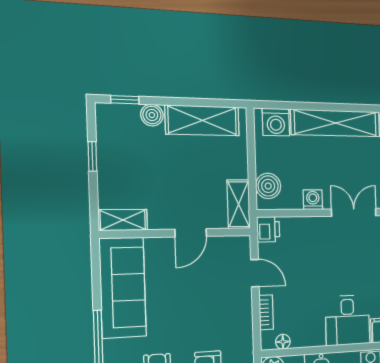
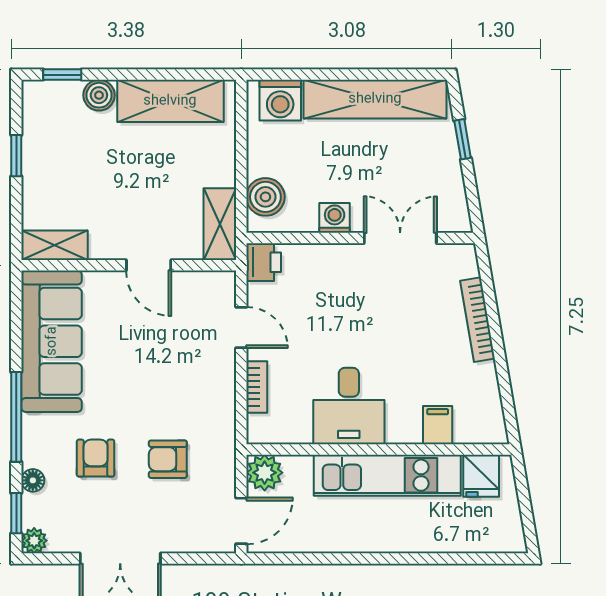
door: (191, 233) -> (149, 265), hinge flipped
desk: (348, 320) -> (349, 406), moved
floor lamp: (283, 342) -> (281, 433), removed

